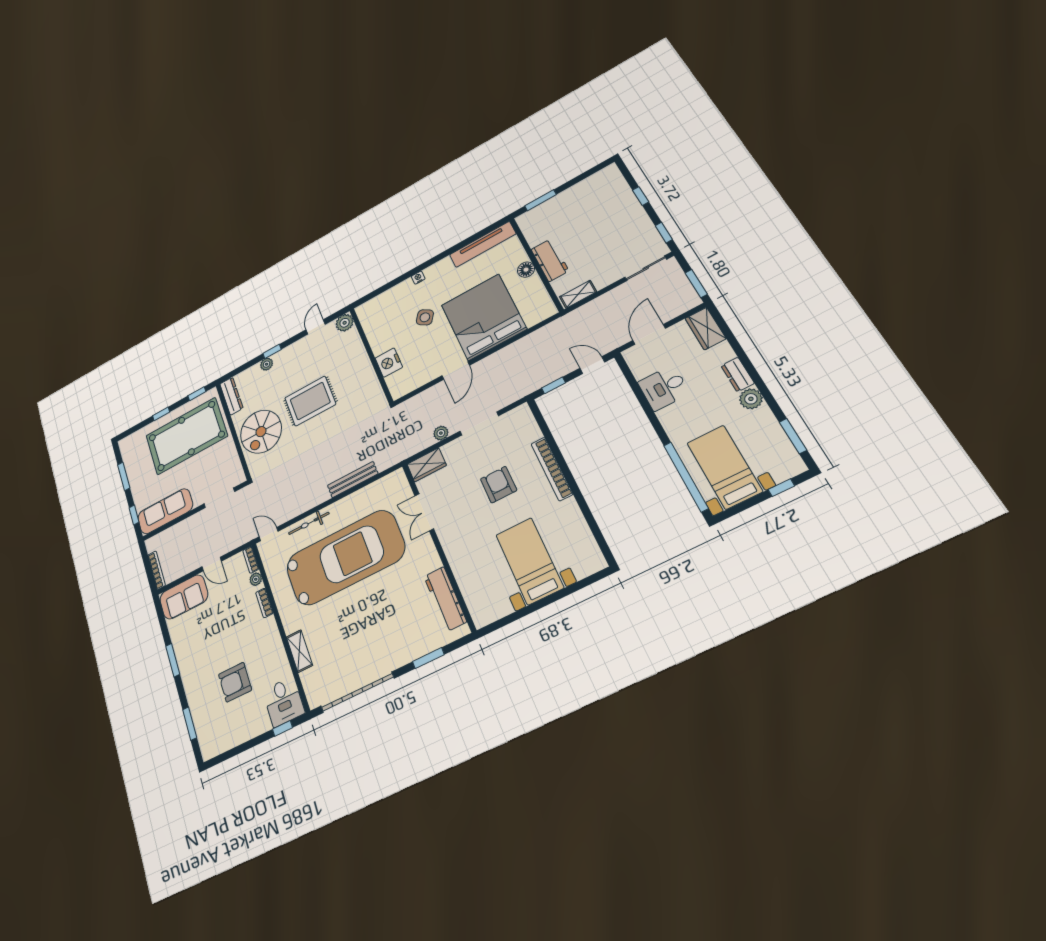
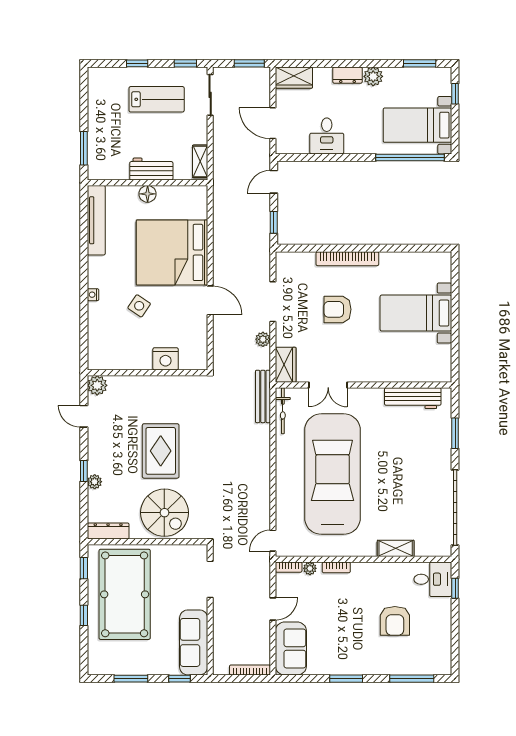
lab bench: (616, 229) -> (157, 99), added
bench: (353, 480) -> (263, 396), moved
bicycle: (309, 523) -> (283, 411), moved
window: (190, 724) -> (412, 679), width x1.44

